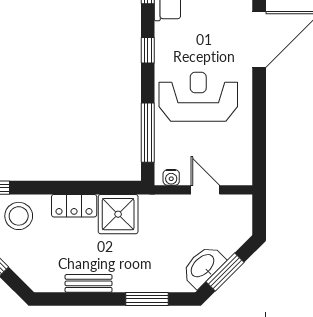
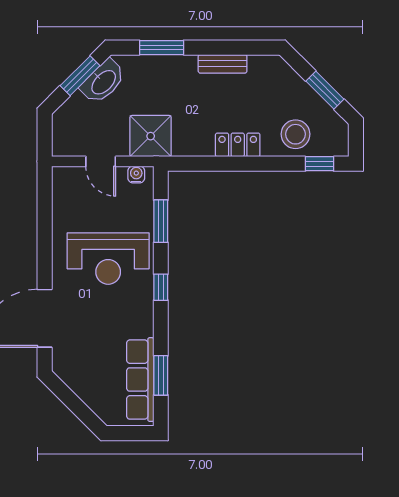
window: (148, 50) -> (161, 287), moved
window: (148, 133) -> (161, 221), width x0.69
shower: (118, 214) -> (151, 136), moved

